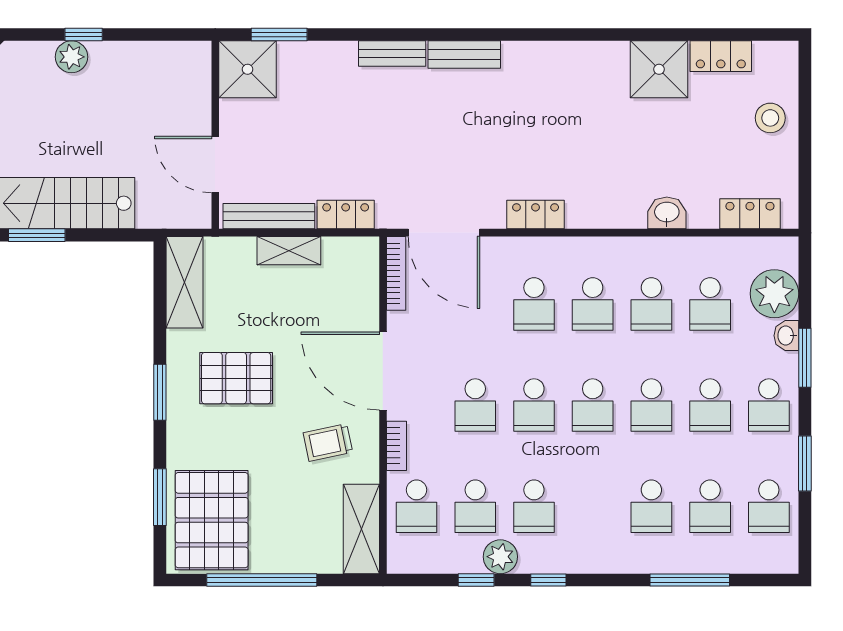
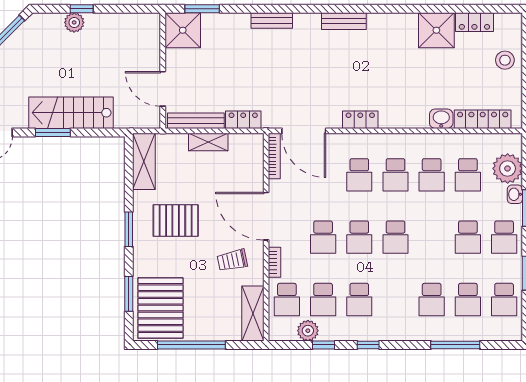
bench: (464, 54) -> (344, 21), moved
locker: (750, 214) -> (483, 119), width x1.53
school desk: (651, 405) -> (432, 237), removed
plant: (500, 557) -> (308, 331), moved

